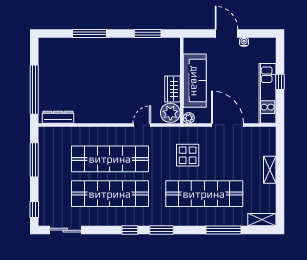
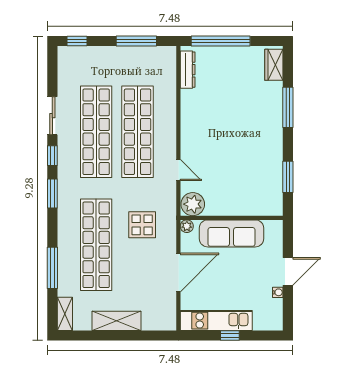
wardrobe: (173, 89) -> (274, 65), moved, turned -90
shelving: (270, 170) -> (117, 321), width x1.50, depth x1.33
sliding door: (65, 230) -> (52, 116), moved

